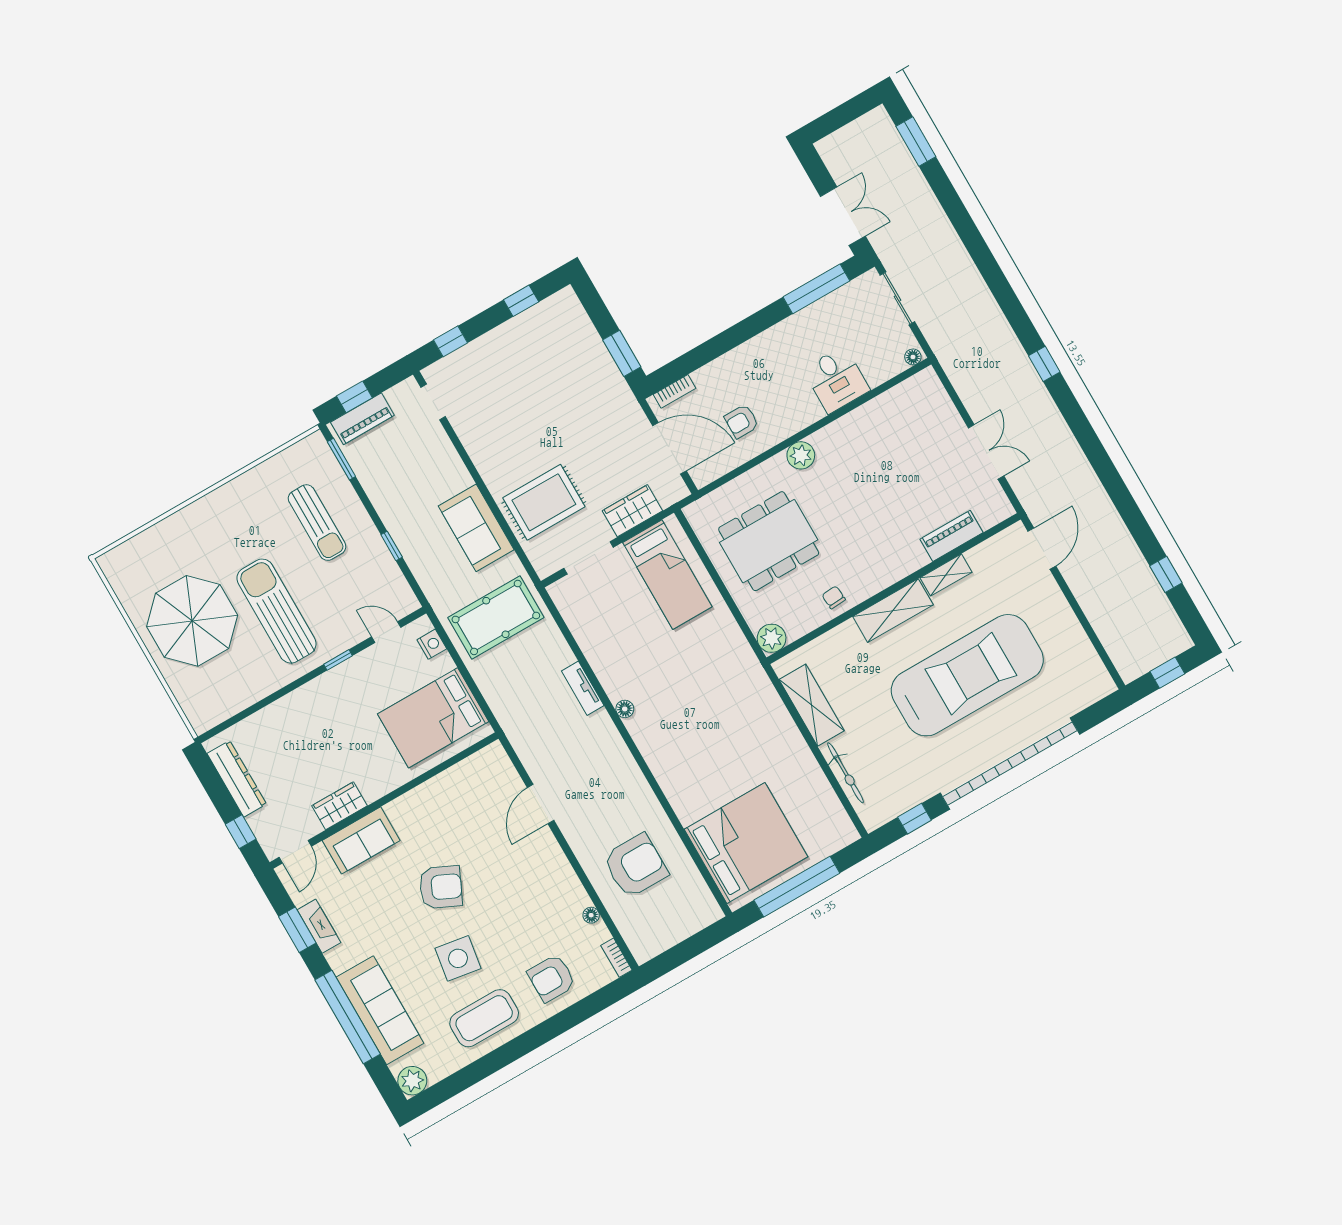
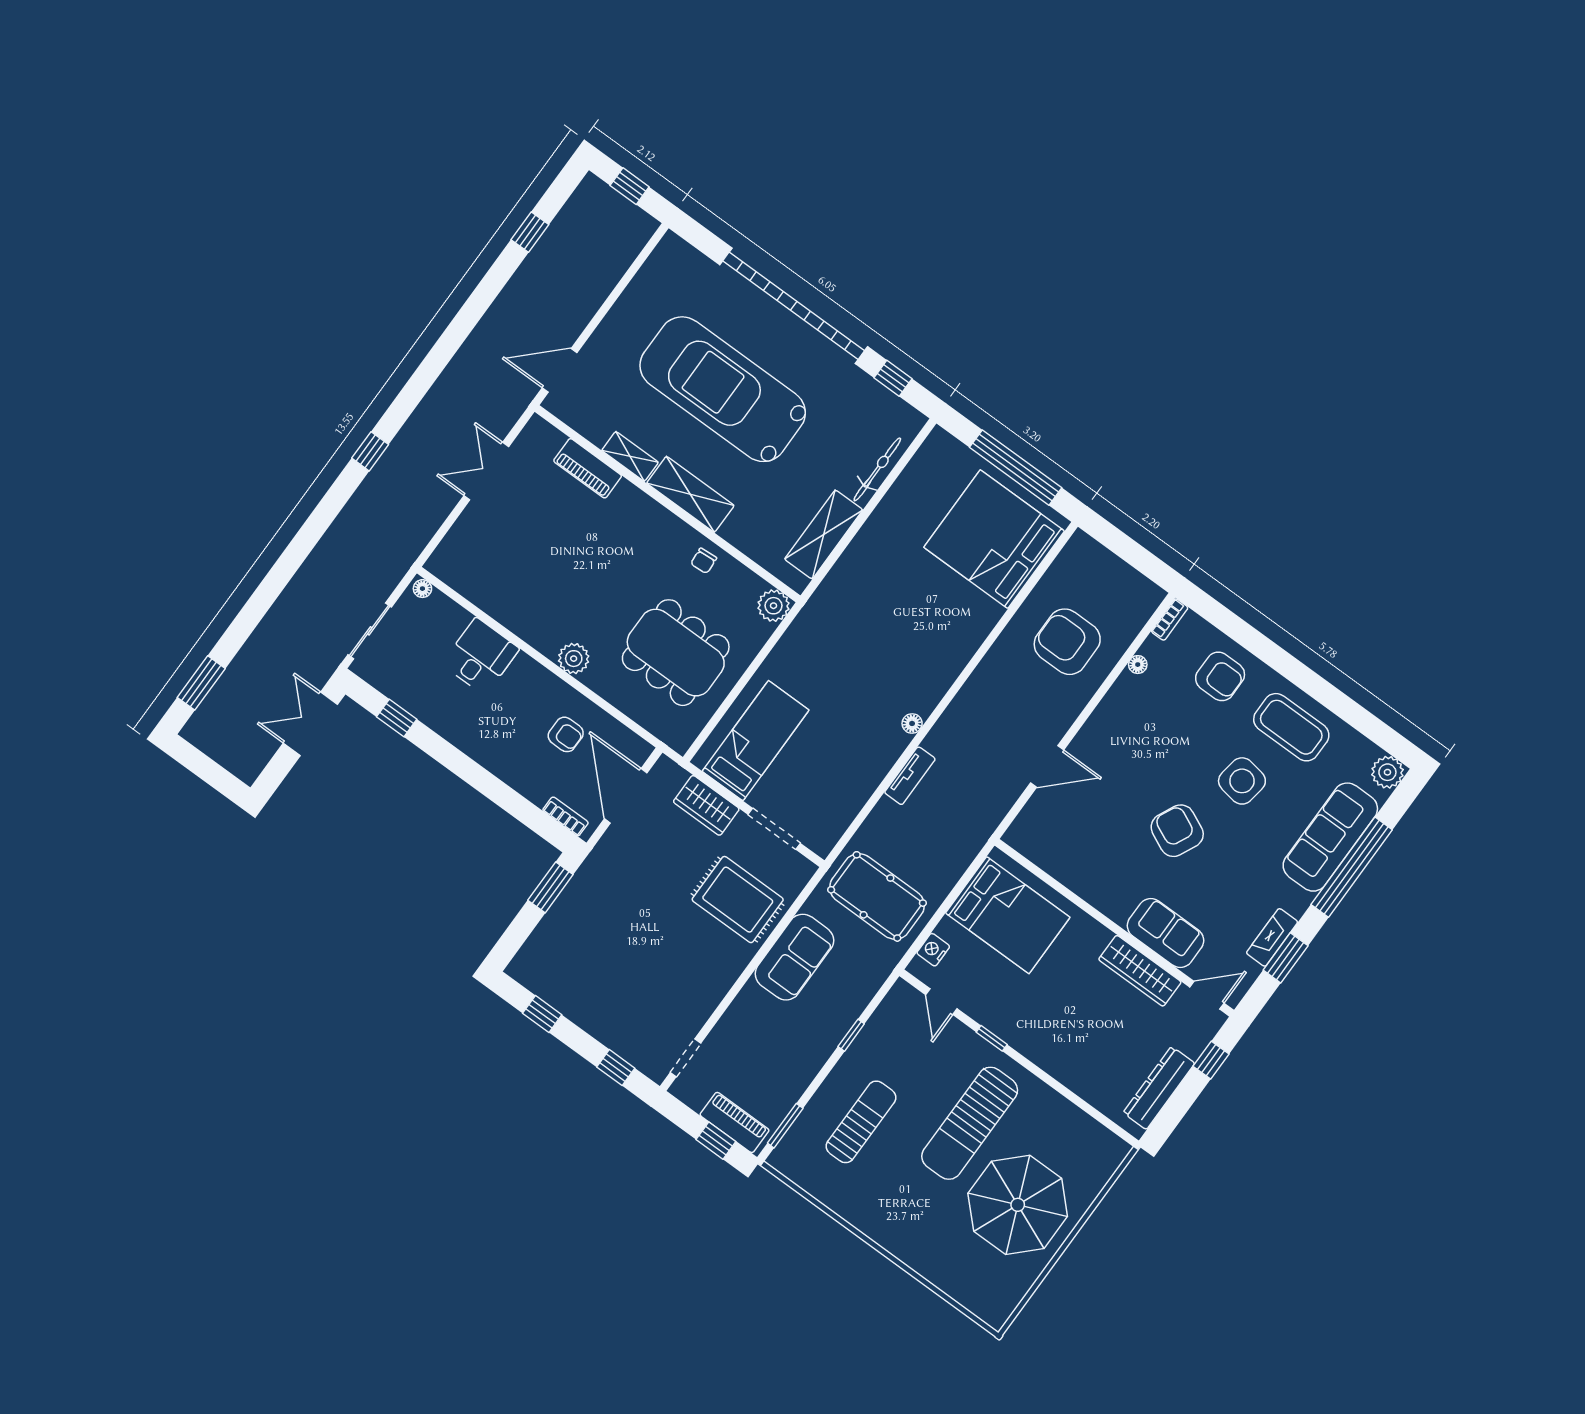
window: (816, 289) -> (397, 718), width x0.46
wardrobe: (340, 806) -> (1140, 971), width x1.50

